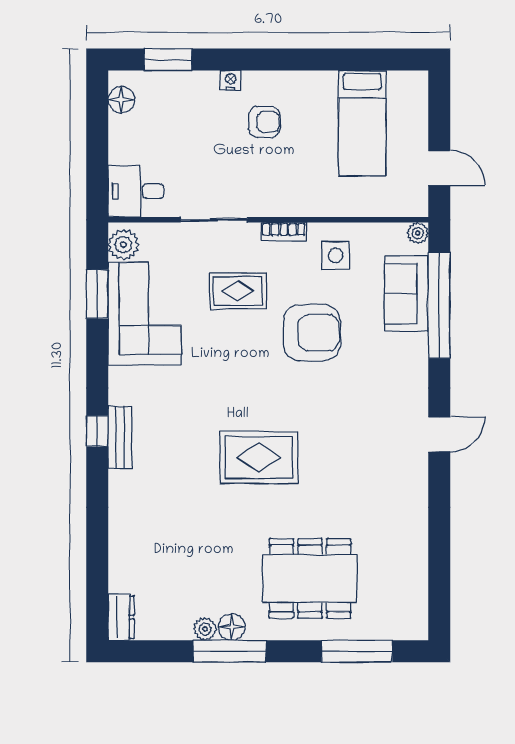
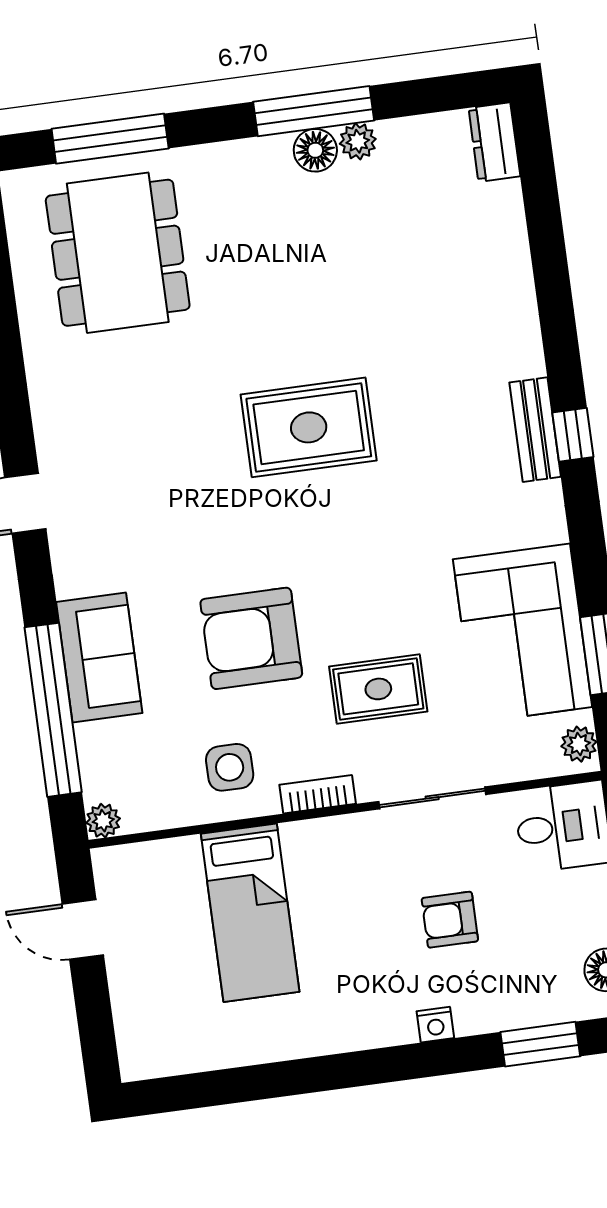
armchair: (264, 122) -> (450, 920), moved
bed: (362, 123) -> (250, 913), moved, turned 180
plant: (123, 245) -> (579, 744), width x0.73, depth x0.73
sofa: (407, 294) -> (99, 658), moved
dining table: (310, 578) -> (118, 253), moved, turned 90

